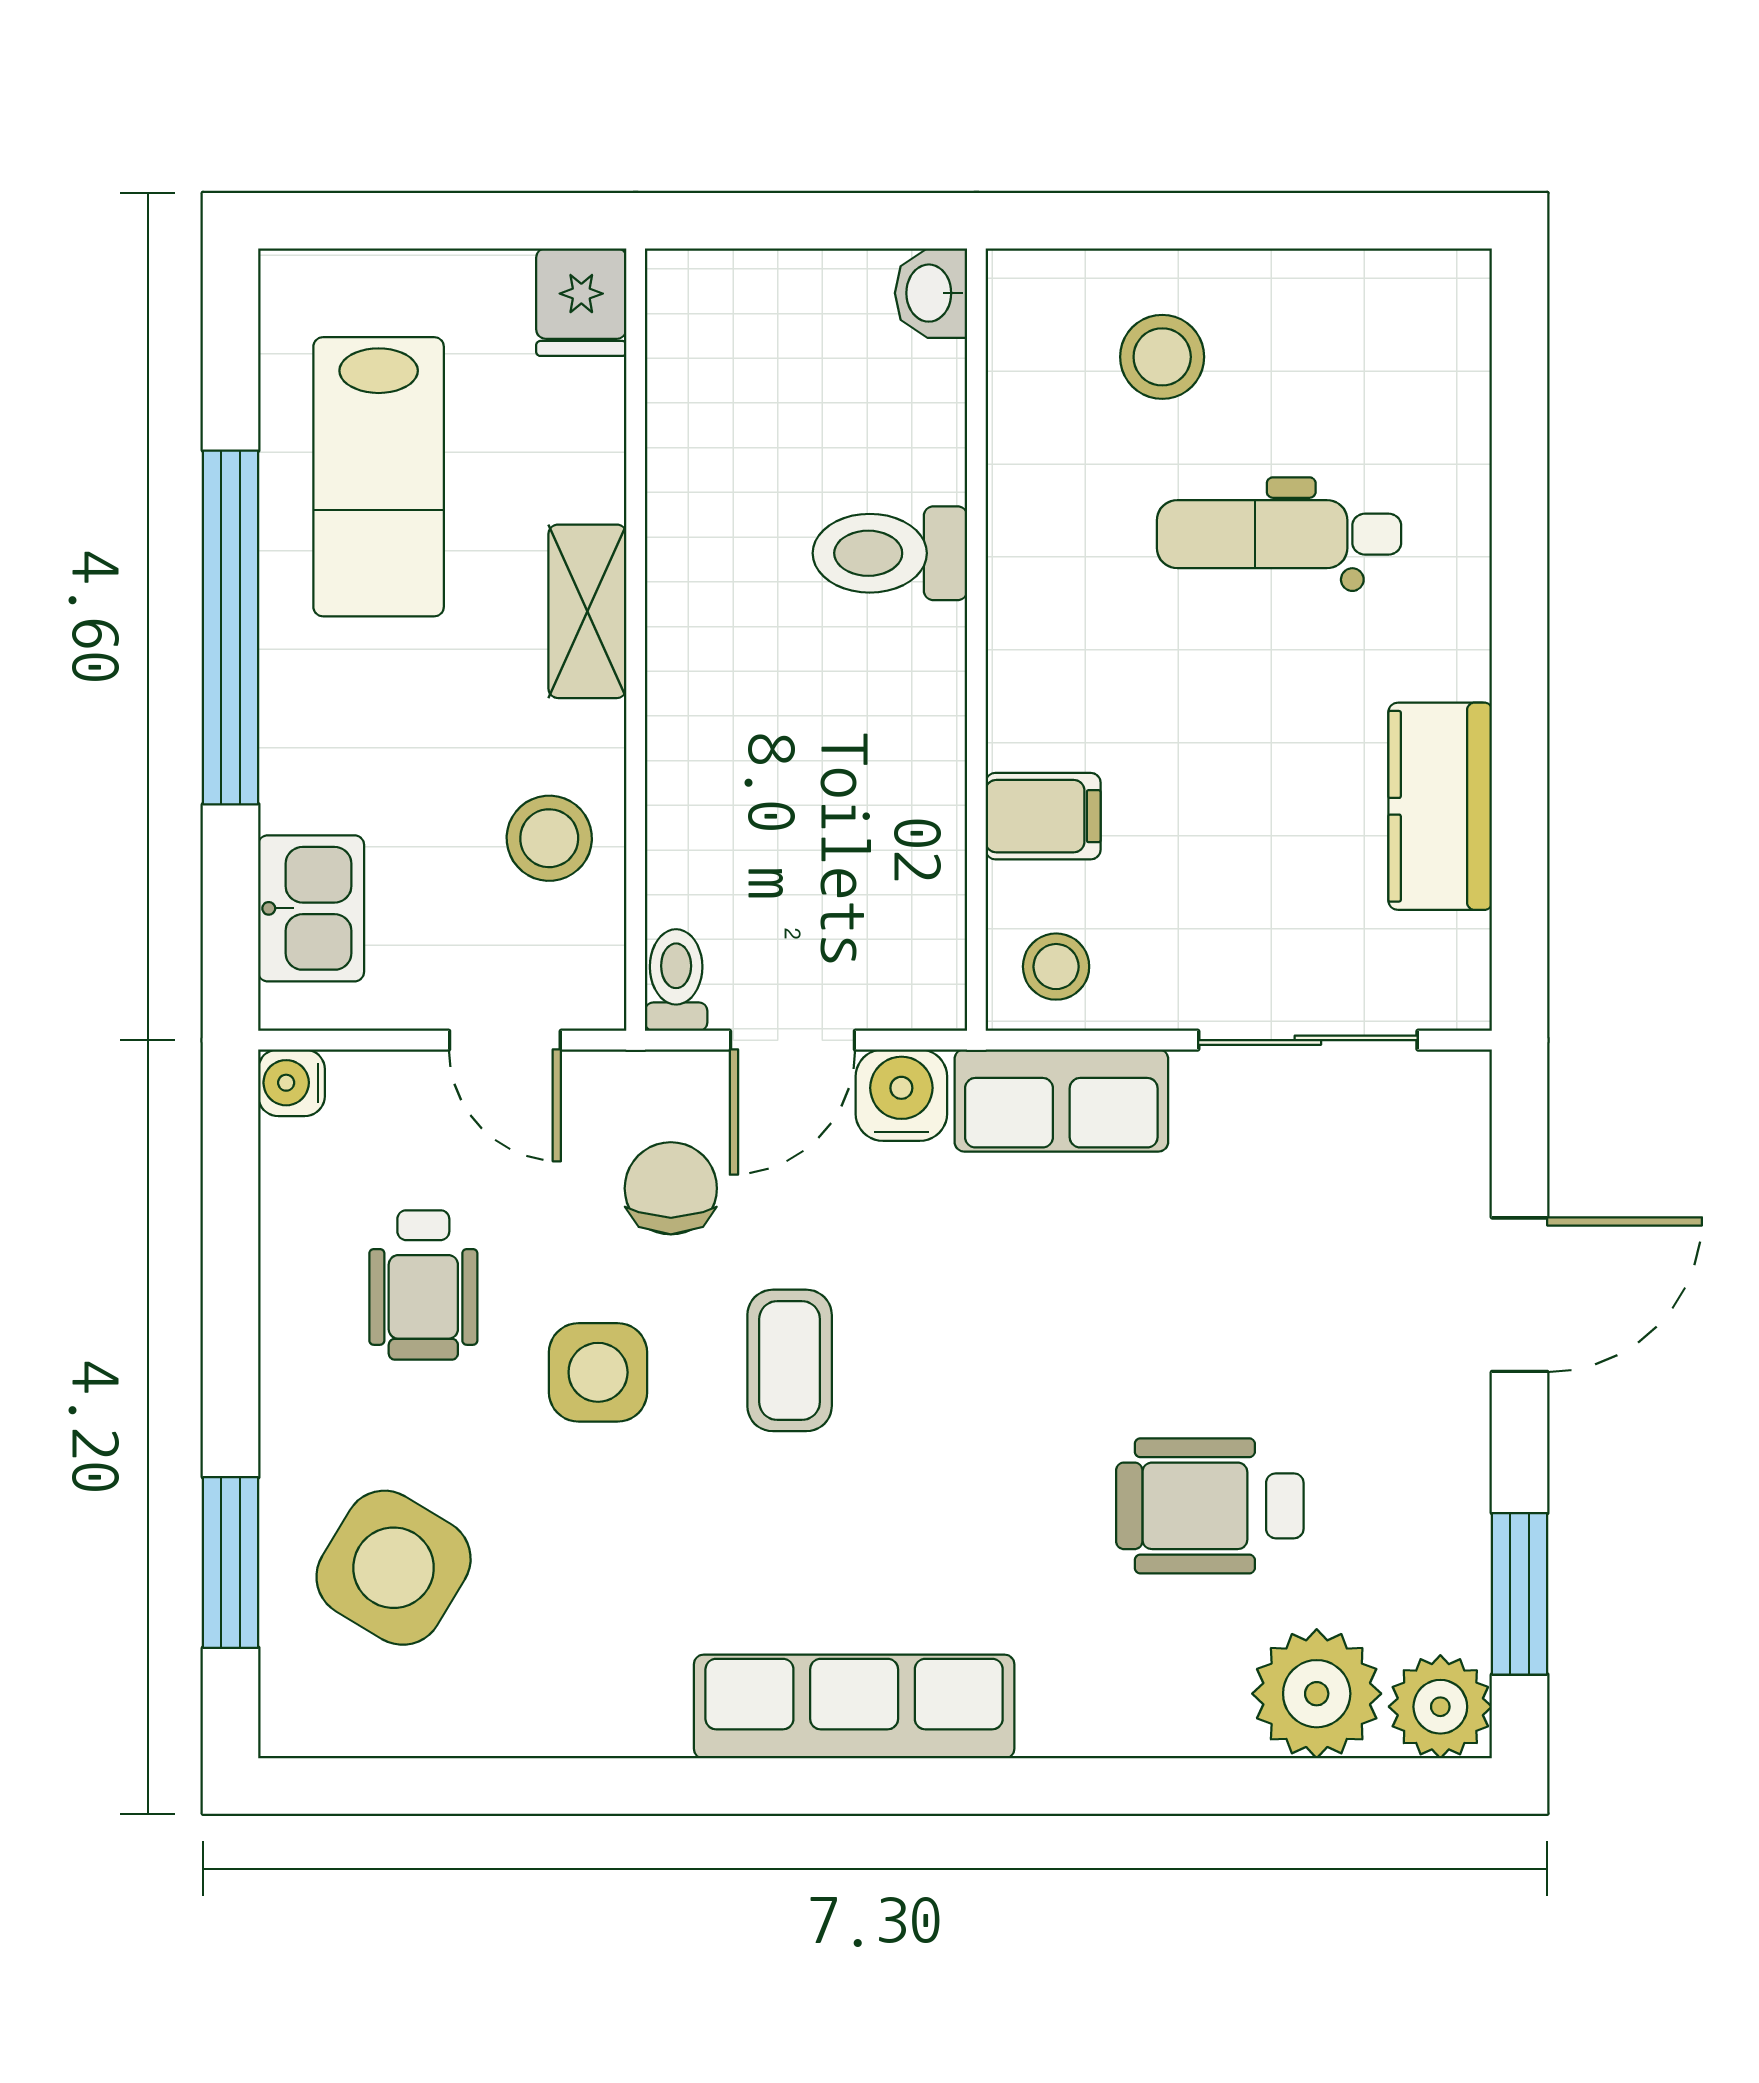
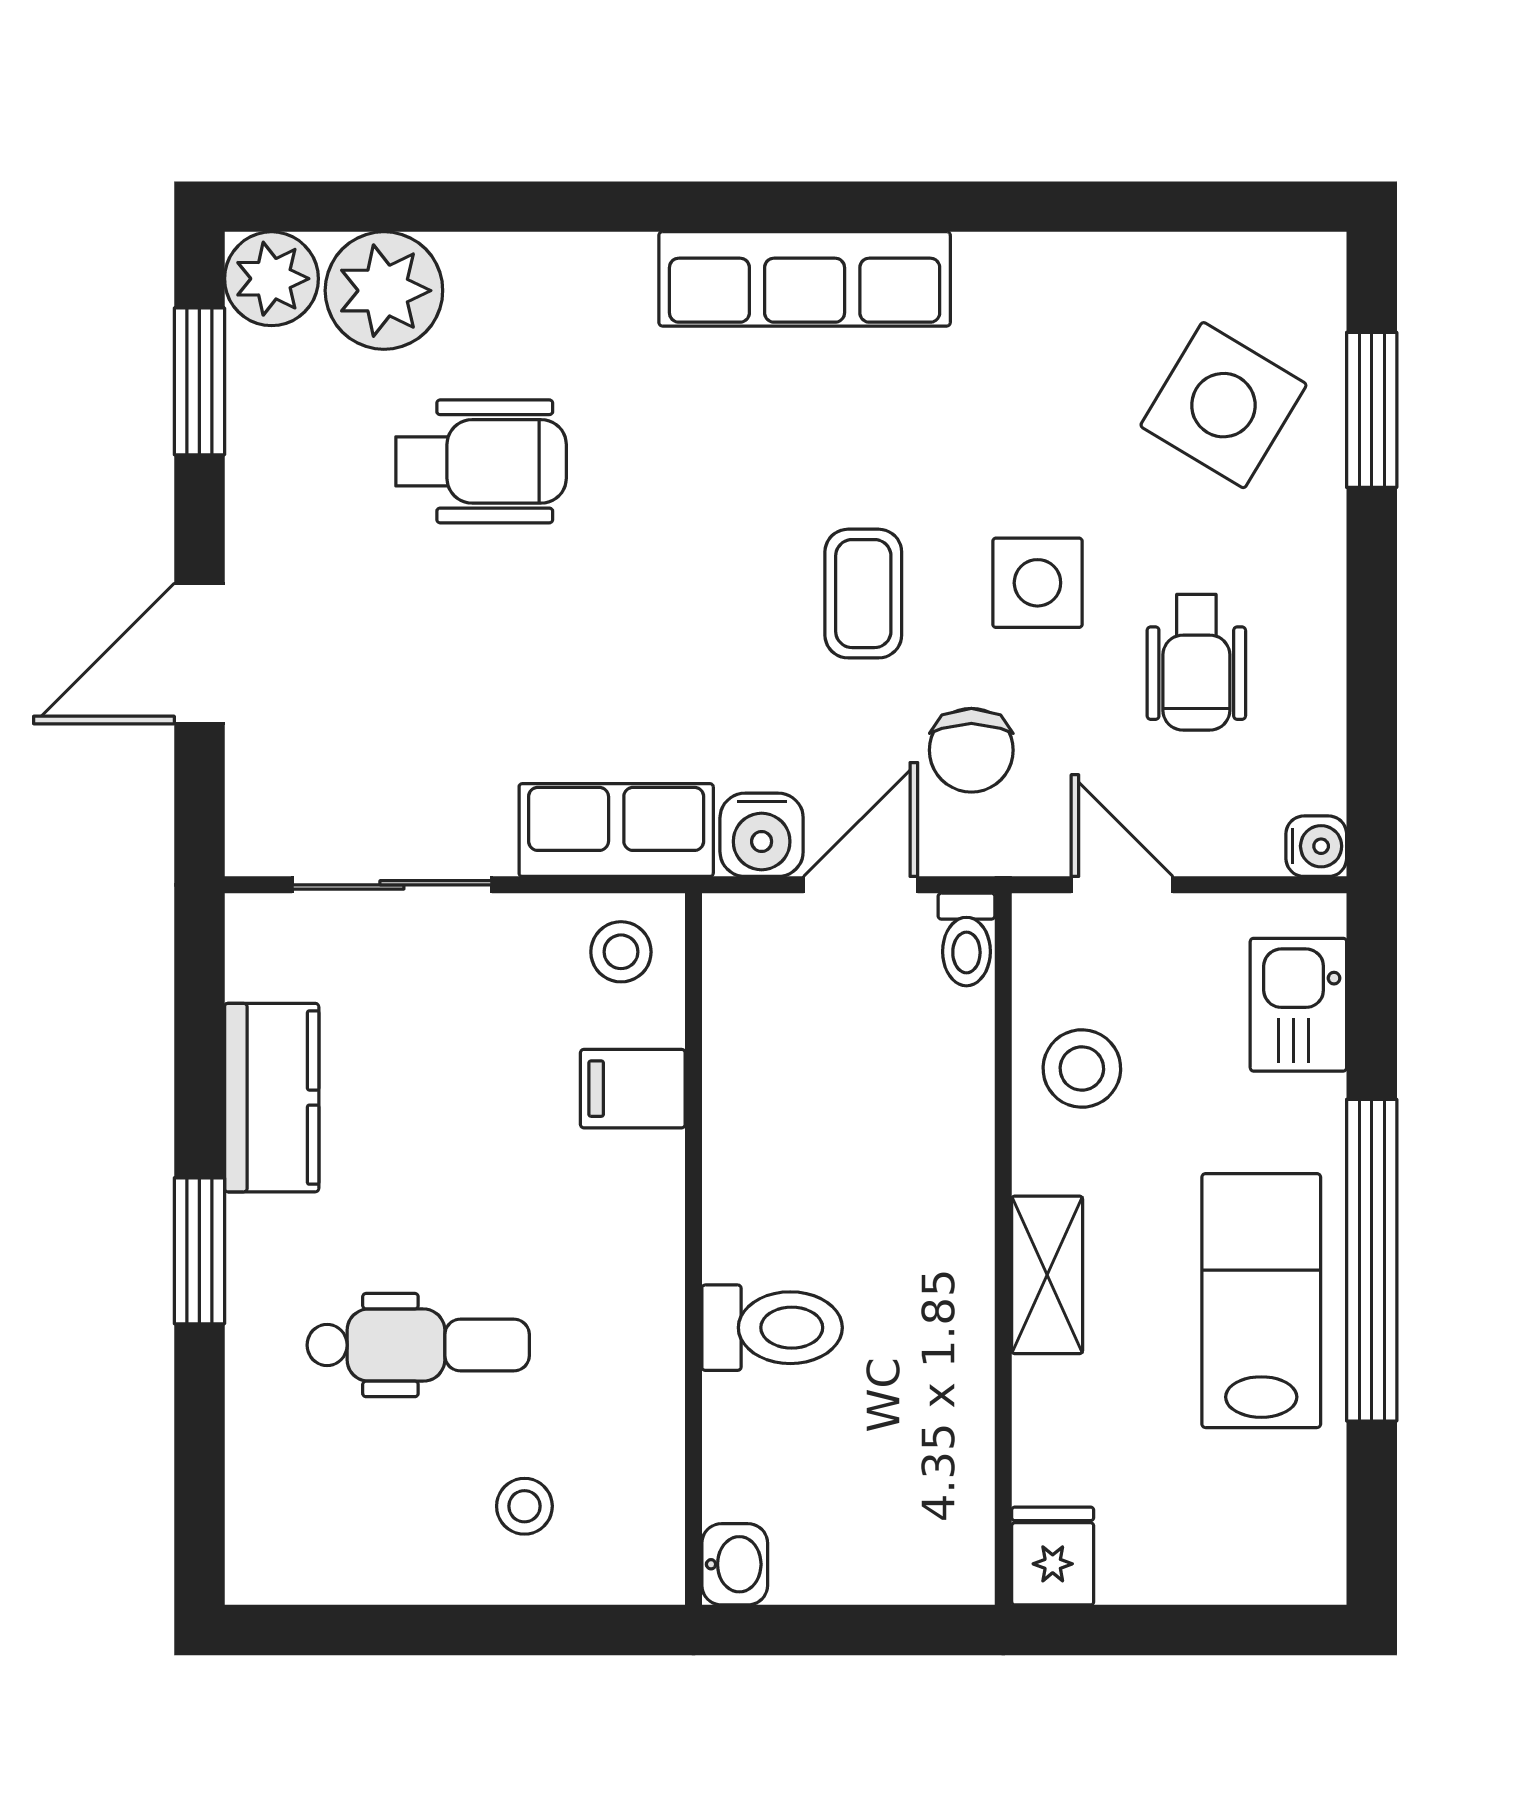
stool: (1162, 357) -> (524, 1506), width x0.73, depth x0.73
lab bench: (379, 477) -> (1261, 1301), moved
window: (1520, 638) -> (199, 1251), added
wheelchair: (423, 1285) -> (1196, 662), turned 180

